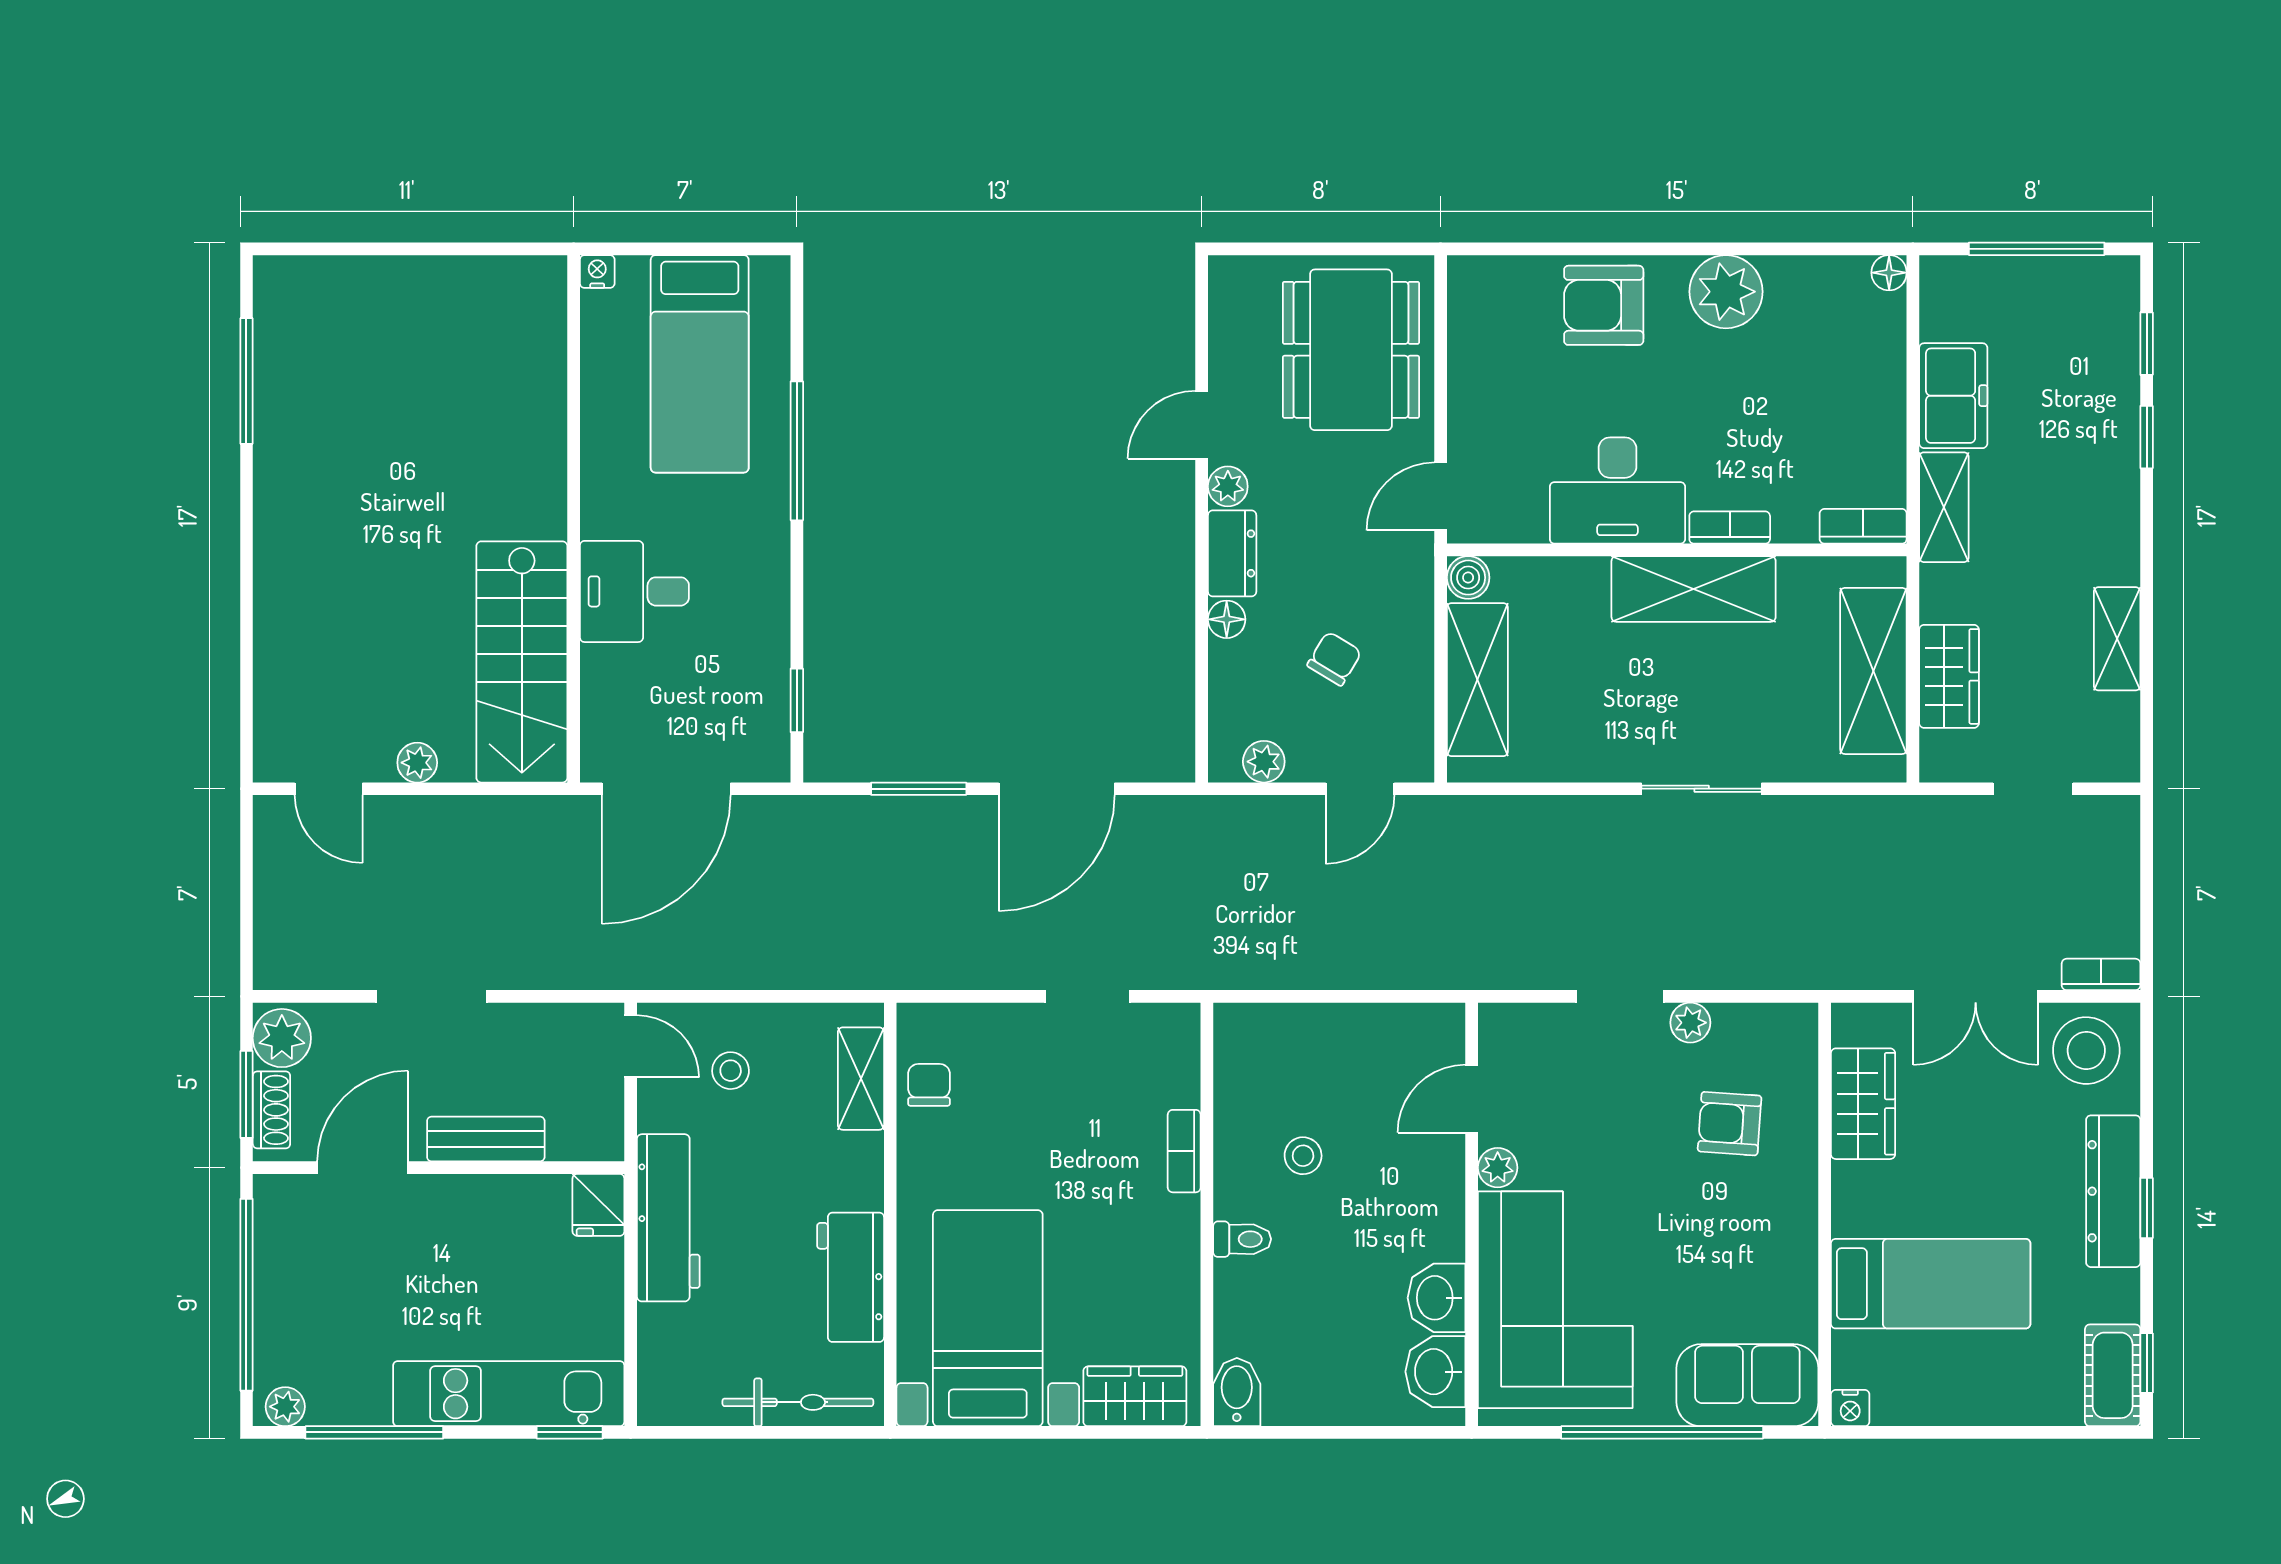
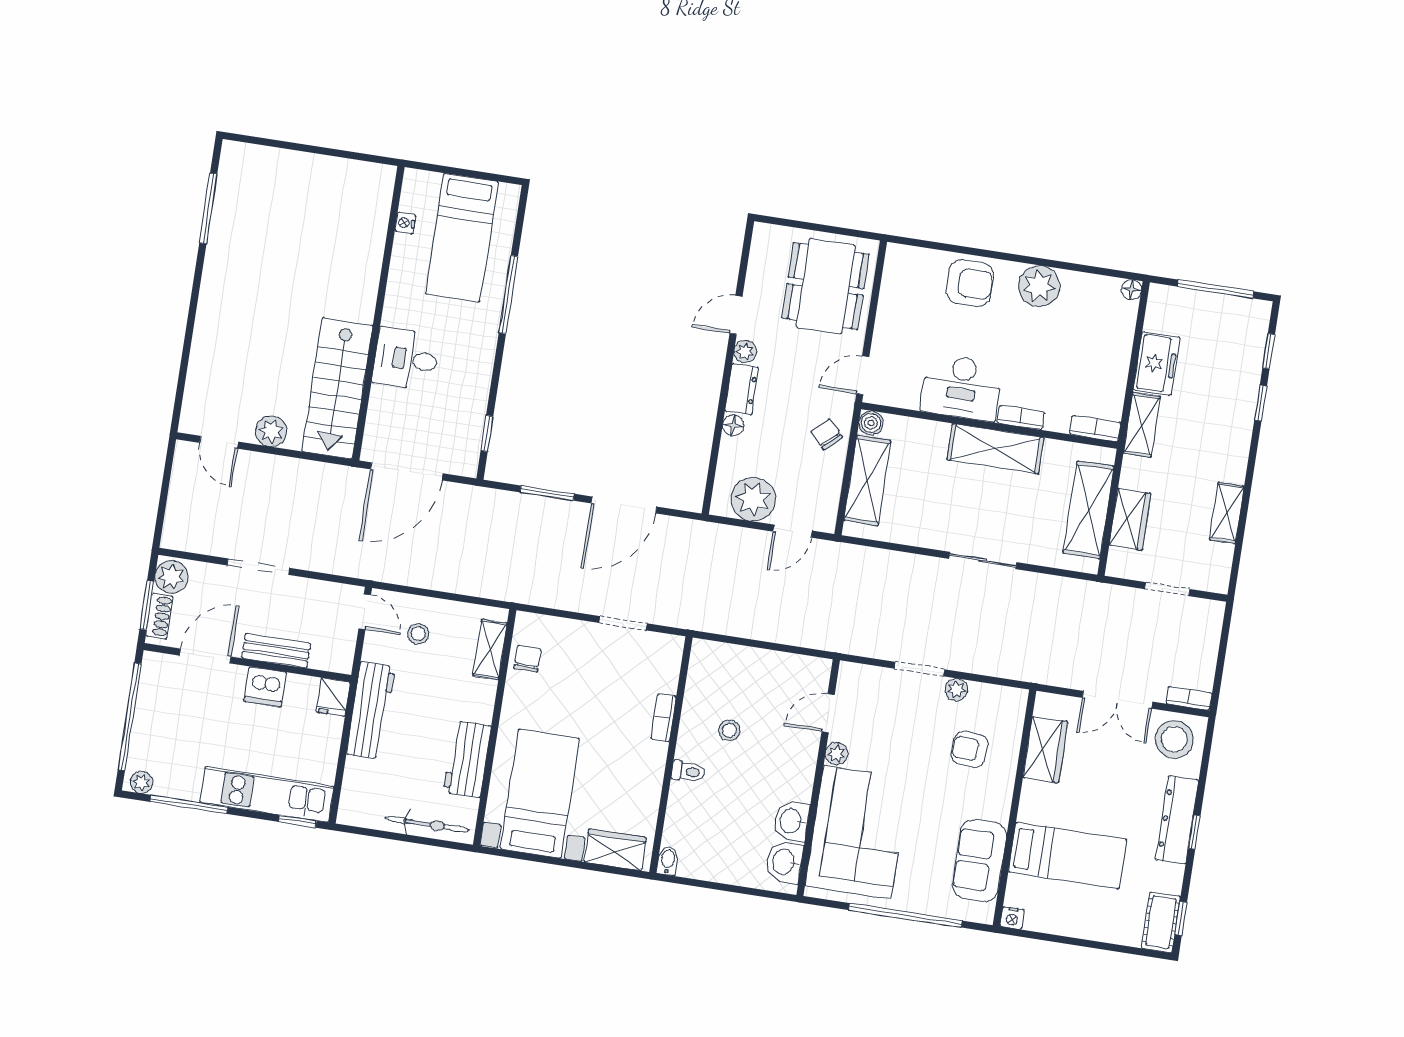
nightstand: (597, 272) -> (405, 223), moved, turned -90
armchair: (1604, 305) -> (970, 283), turned 180
chair: (1334, 659) -> (827, 434), moved, turned -74
plant: (1264, 762) -> (753, 499), width x1.87, depth x1.87
plant: (417, 763) -> (271, 431), width x1.38, depth x1.38
dishwasher: (476, 1205) -> (265, 687), added
sofa: (1747, 1385) -> (979, 861), moved, turned -90
bidet: (1237, 1392) -> (668, 861), width x0.72, depth x0.74

